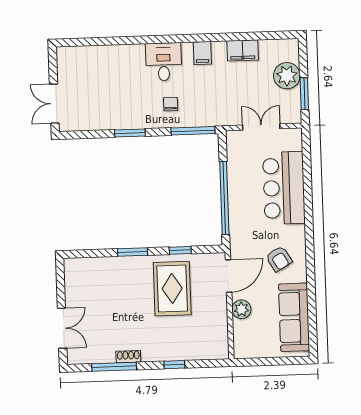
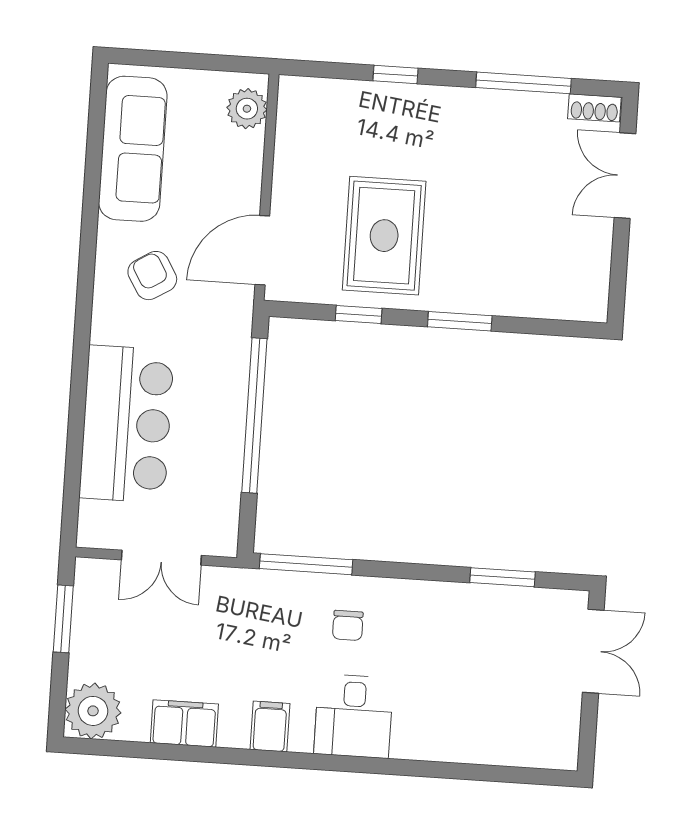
plant: (287, 76) -> (93, 711), moved
window: (130, 133) -> (502, 577), moved
plant: (241, 309) -> (247, 109), moved
shoe rack: (128, 357) -> (594, 108), moved

